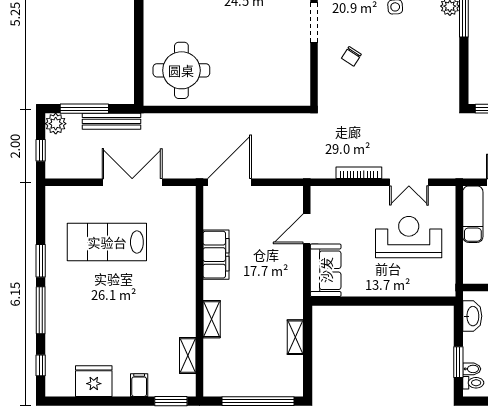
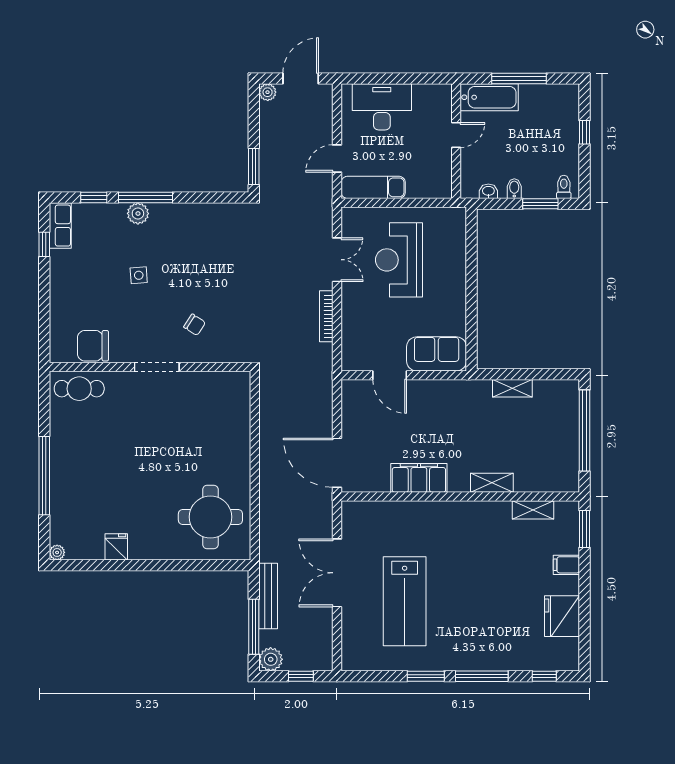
washbasin: (472, 316) -> (488, 191), width x0.52, depth x0.69
bidet: (472, 369) -> (514, 189), moved

